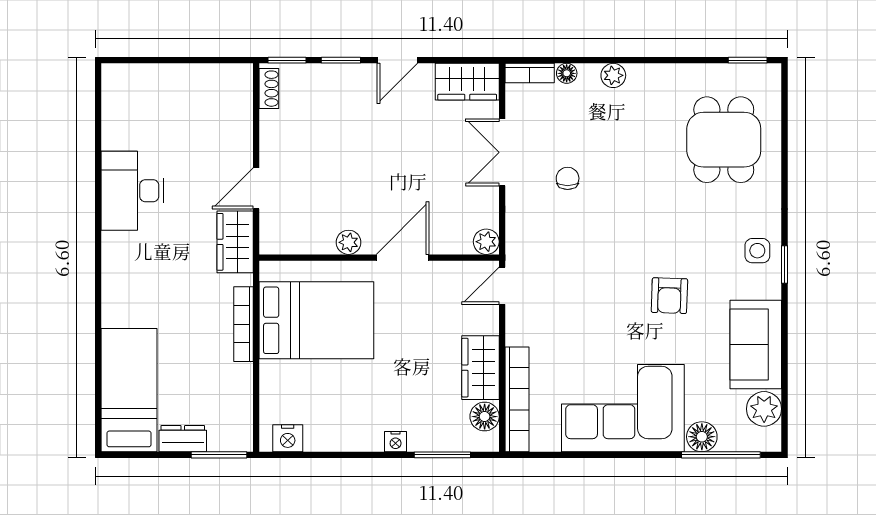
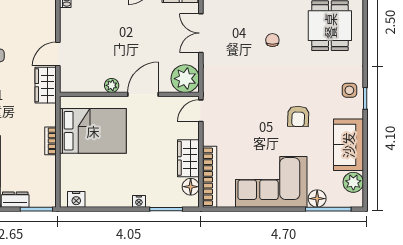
chair: (568, 178) -> (272, 40), moved
plant: (486, 242) -> (185, 79), width x1.87, depth x1.87
bookcase: (243, 324) -> (50, 141), width x0.64

